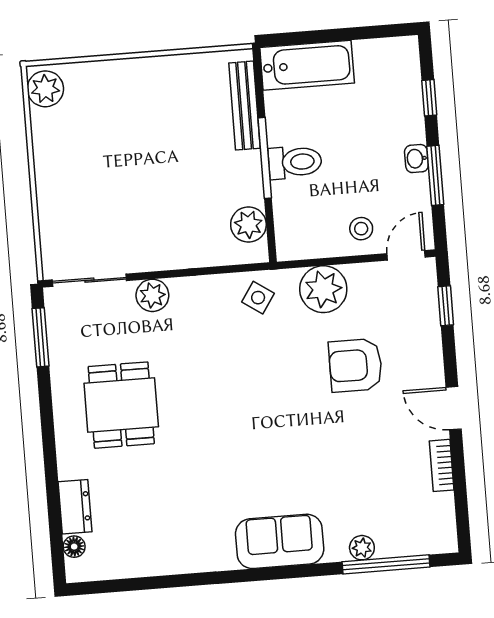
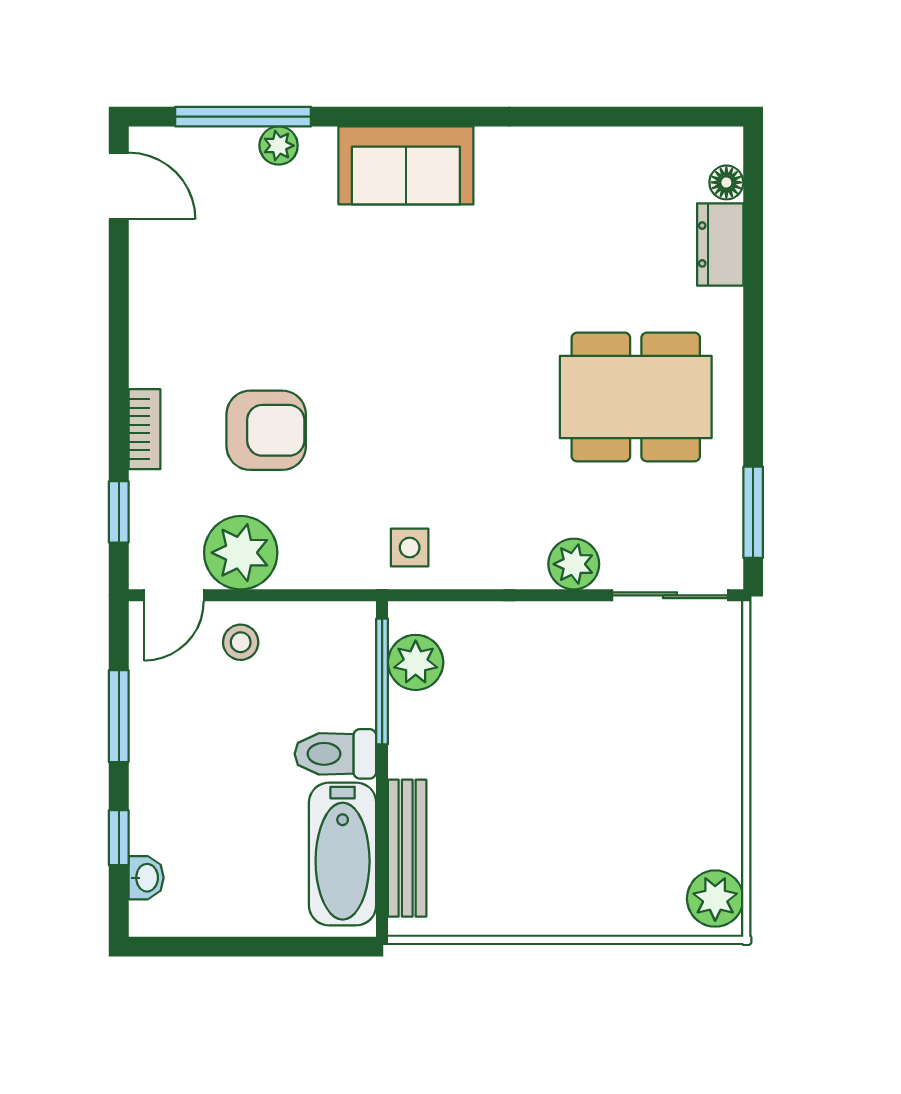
bathtub: (307, 65) -> (343, 854), moved, turned -90
window: (265, 158) -> (382, 681), moved
washbasin: (416, 159) -> (146, 878), moved
plant: (323, 289) -> (241, 553), moved
side table: (258, 298) -> (410, 548), turned -34
dining table: (121, 405) -> (636, 397), width x1.38
door: (454, 408) -> (119, 186), moved
bookcase: (442, 465) -> (145, 429), moved

